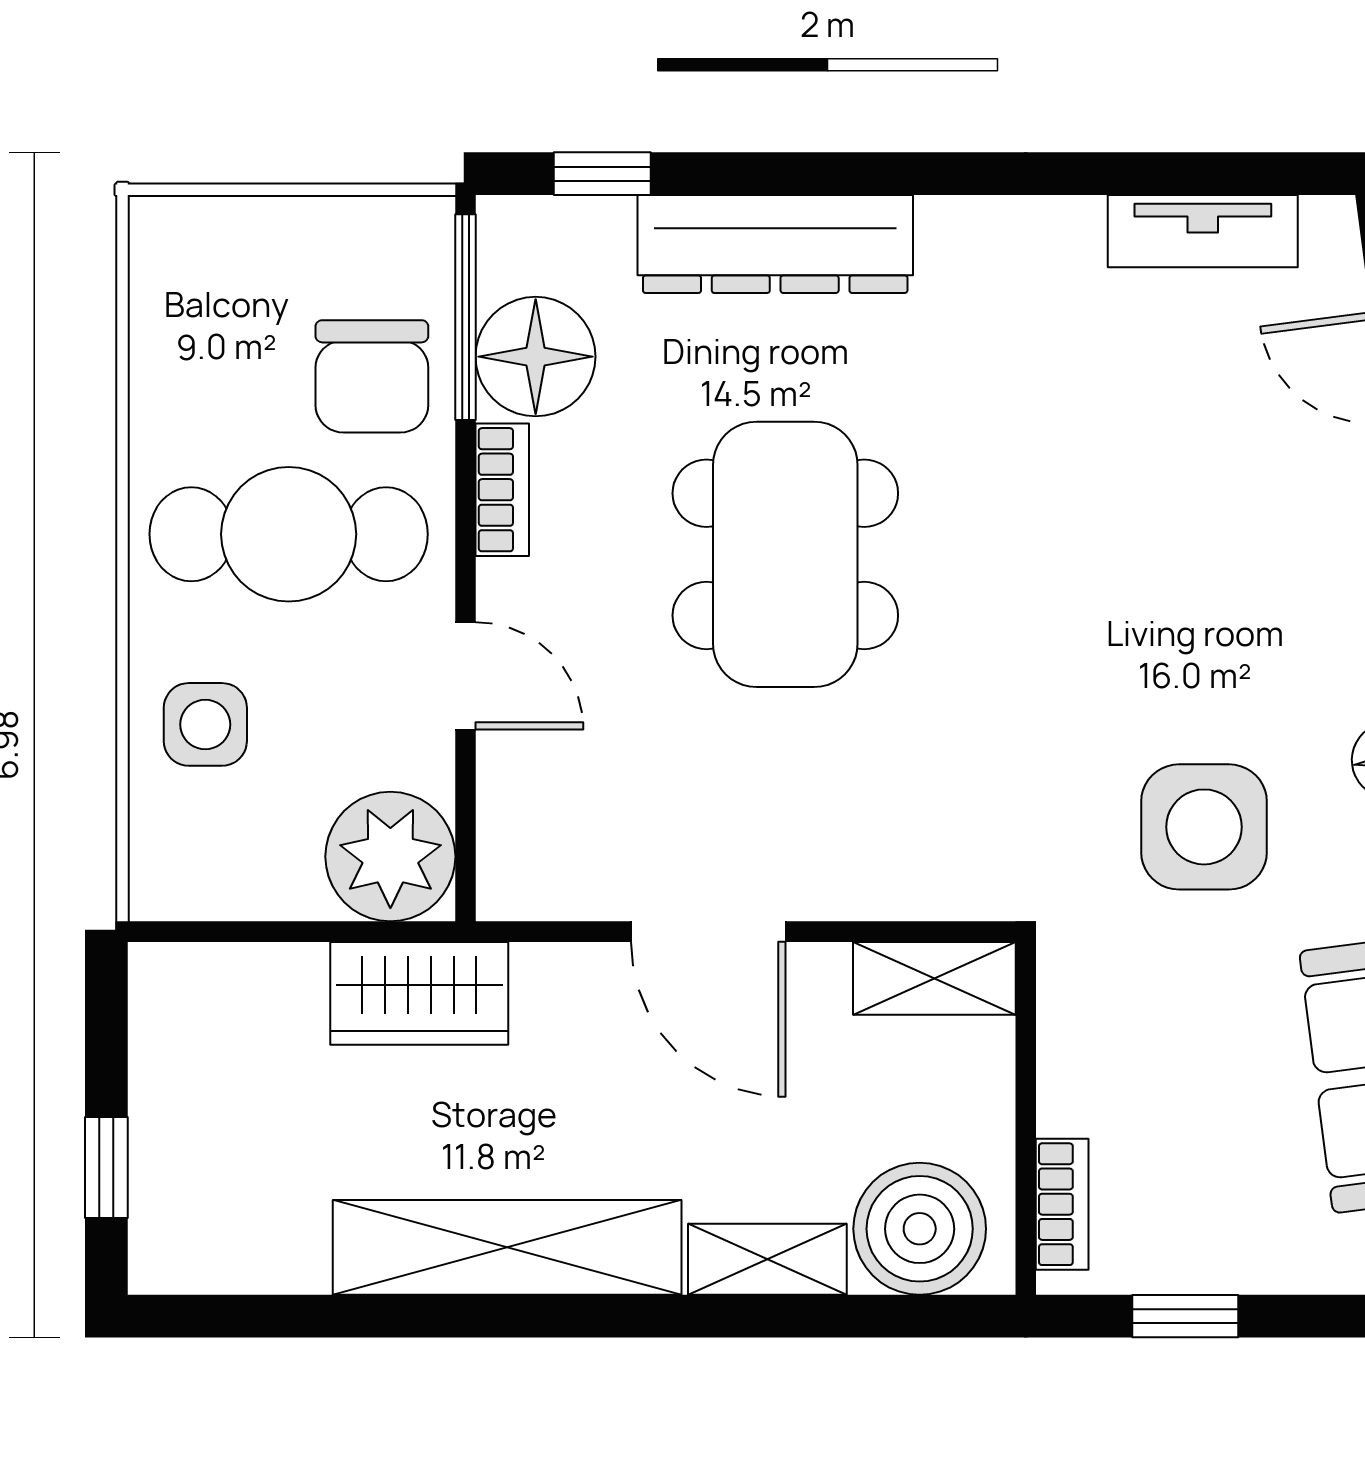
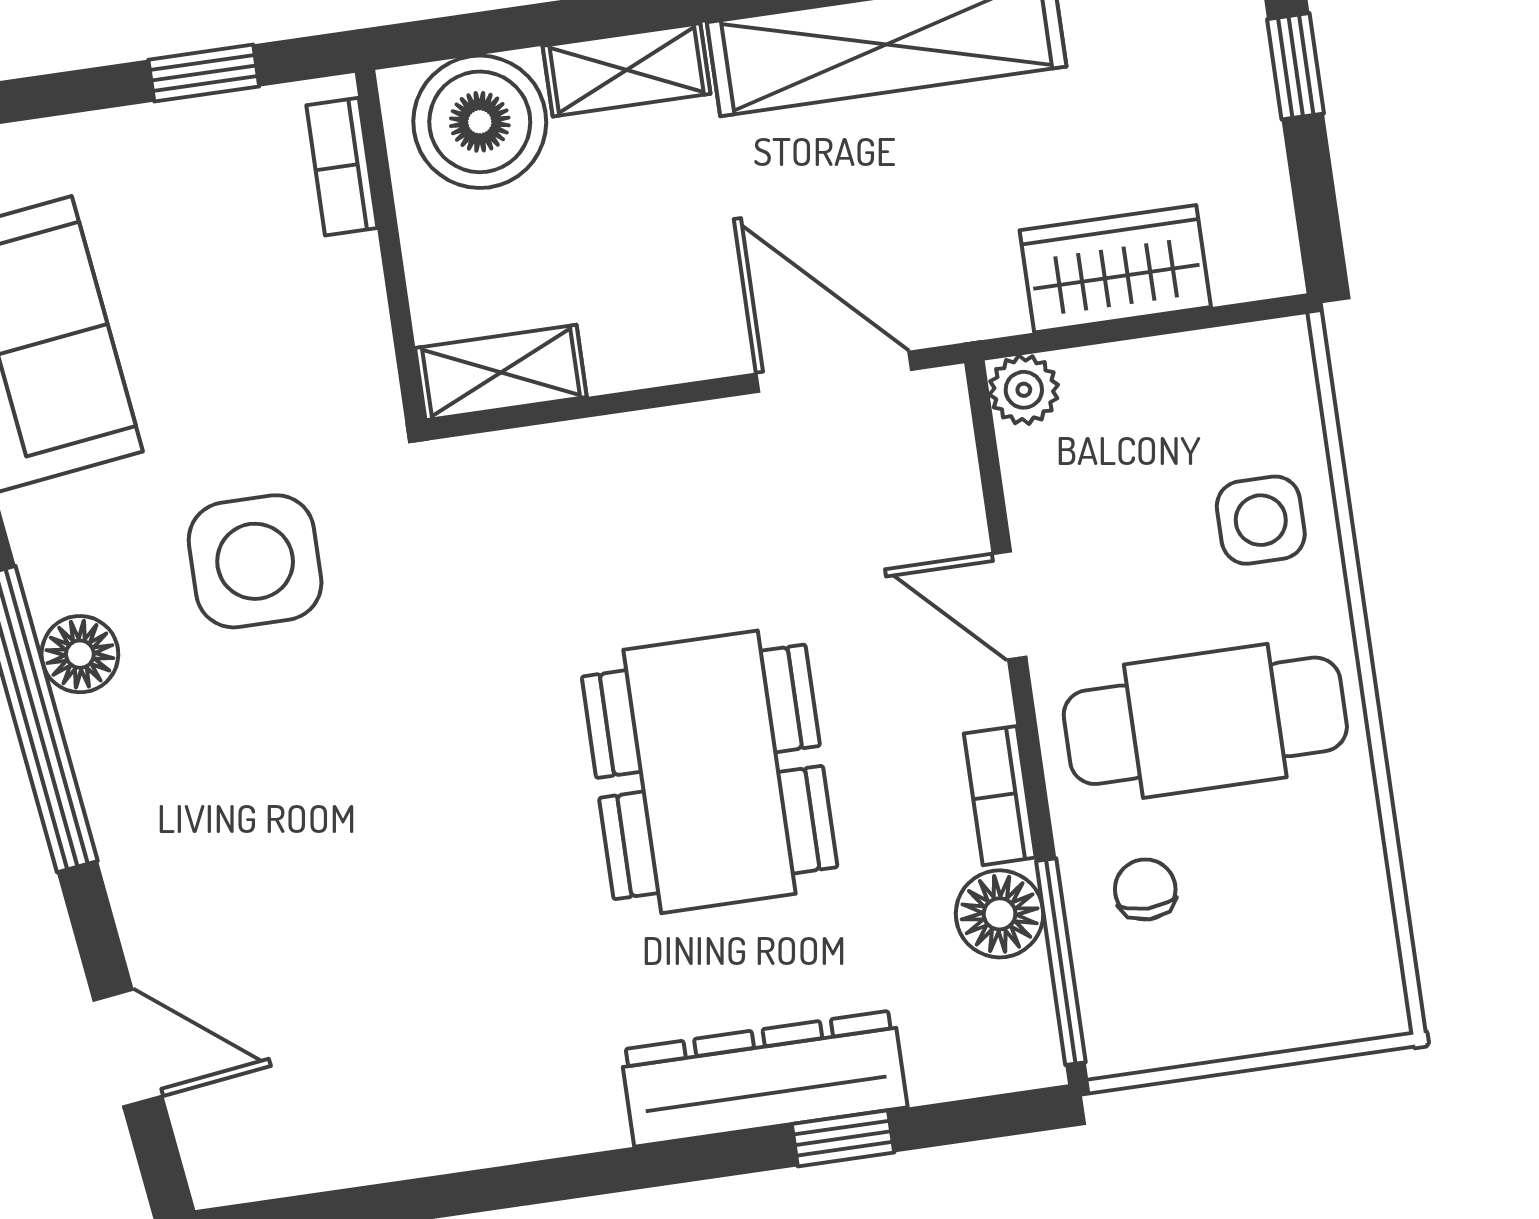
window: (602, 174) -> (843, 1138), moved
tv unit: (1203, 231) -> (341, 1152), removed
floor lamp: (536, 357) -> (1000, 914), width x0.73, depth x0.73
chair: (372, 376) -> (1145, 889), width x0.54, depth x0.54
plant: (390, 857) -> (1024, 390), width x0.53, depth x0.53
door: (708, 932) -> (834, 372), moved
wardrobe: (419, 993) -> (1115, 269), moved

